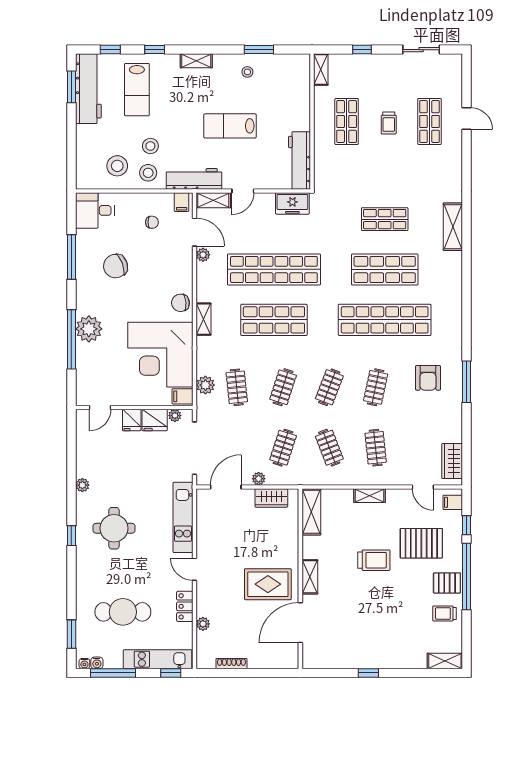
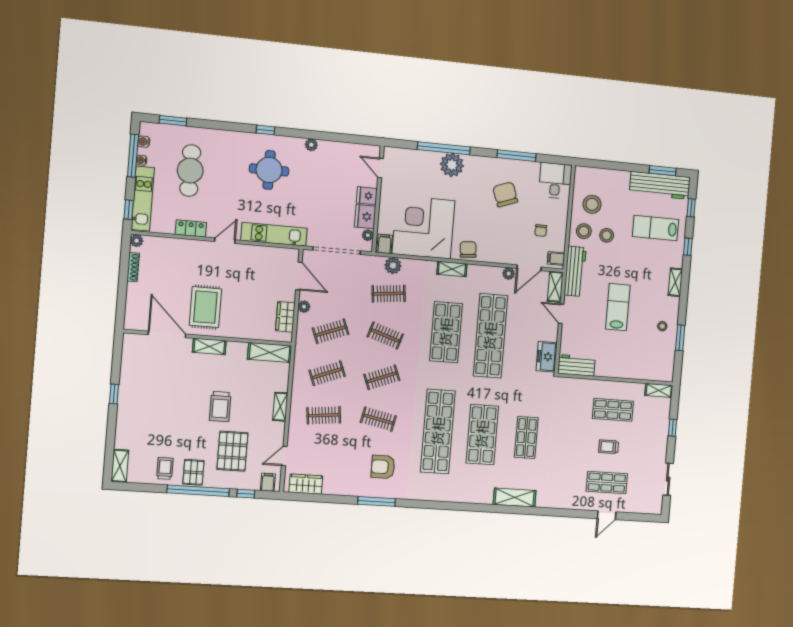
workbench: (299, 160) -> (576, 365), width x0.73
clothes rail: (329, 387) -> (382, 377), turned -42
clothes rail: (283, 448) -> (331, 331), turned -39
plant: (203, 624) -> (137, 241), moved
water cooler: (84, 664) -> (142, 160), moved

